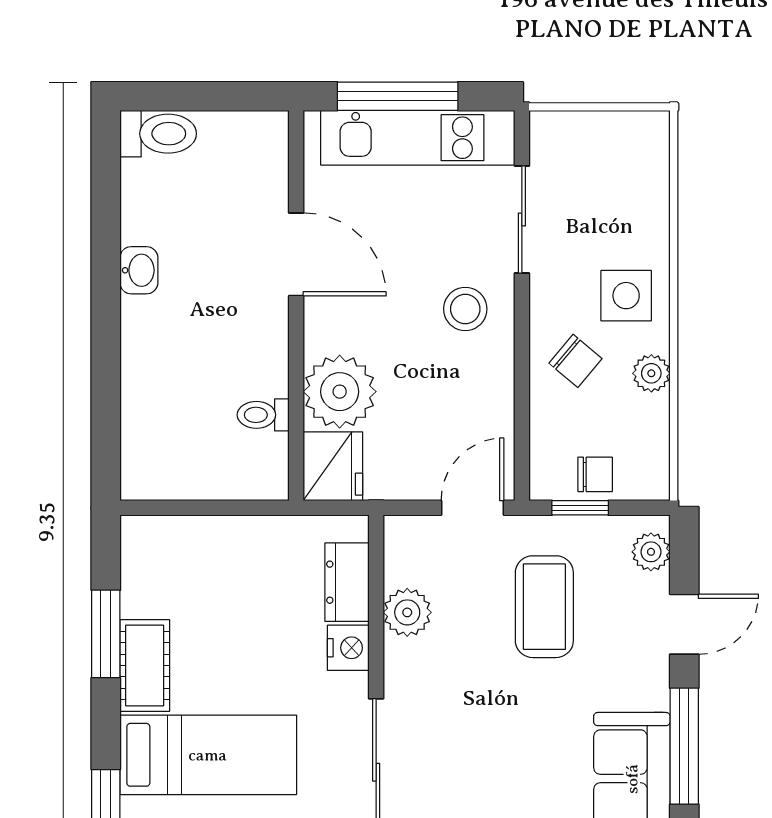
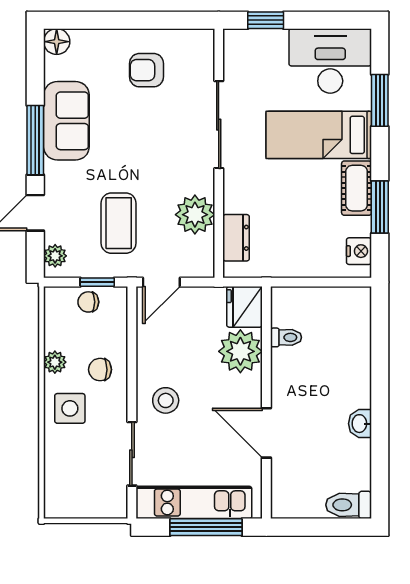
chair: (575, 361) -> (100, 370), turned -40
plant: (407, 612) -> (195, 215), width x1.36, depth x1.36
nightstand: (348, 648) -> (359, 251), moved, turned 180

